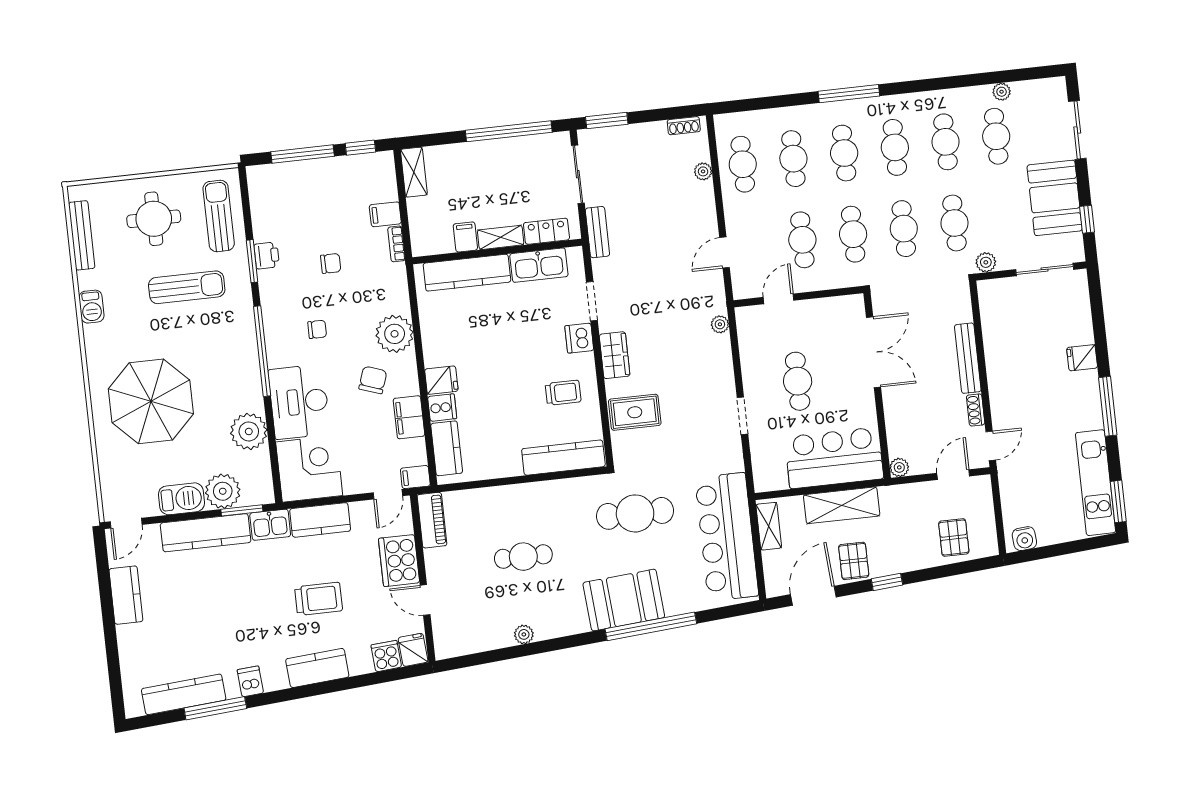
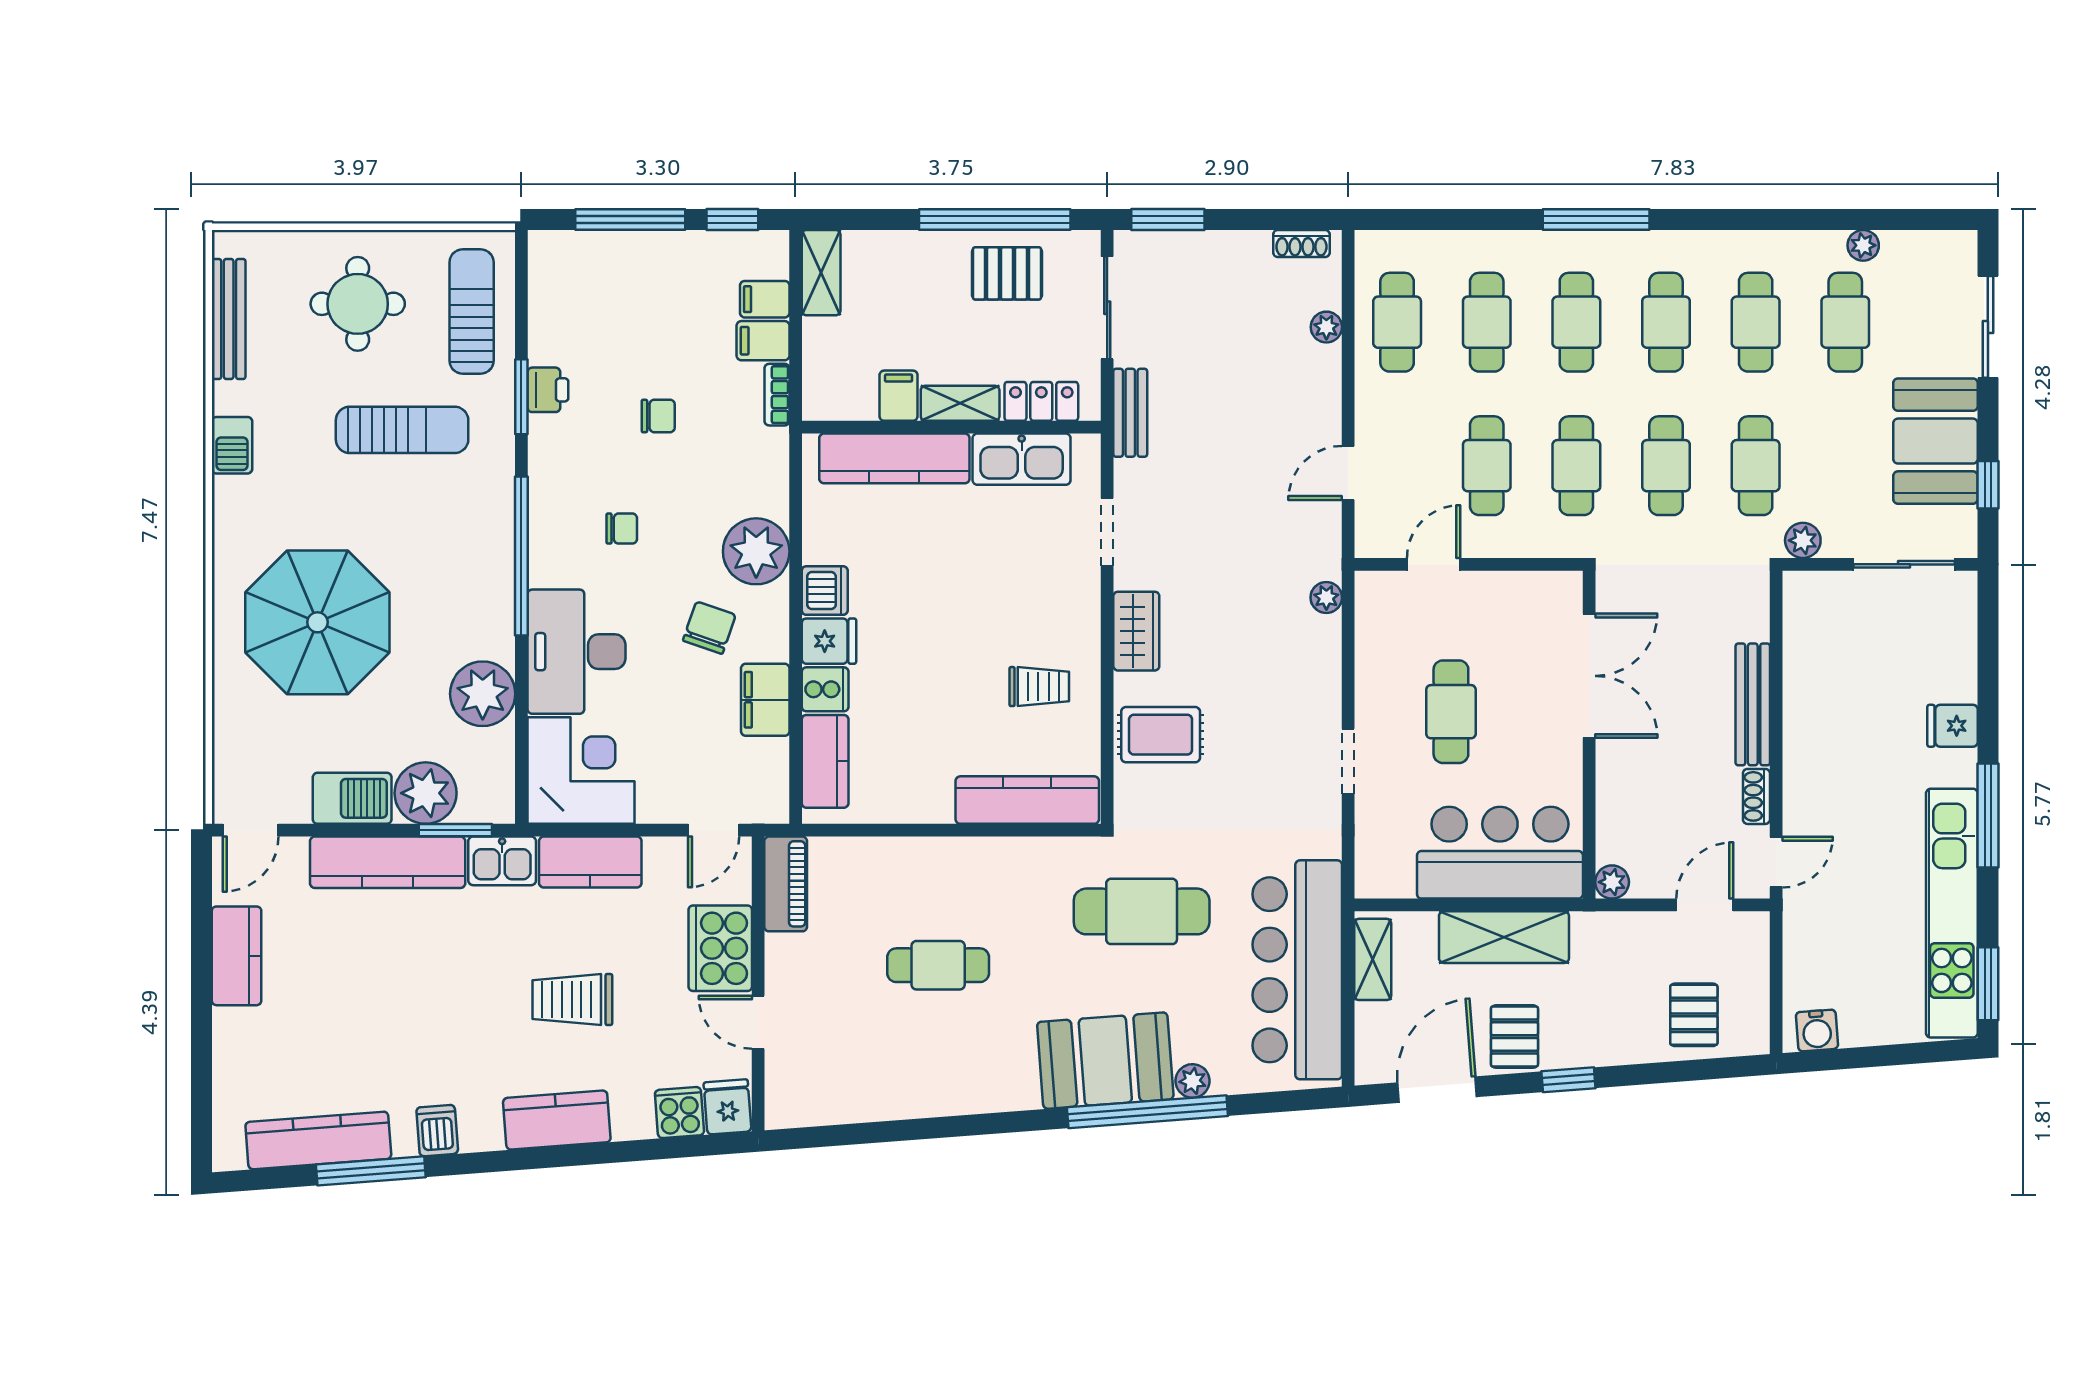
pallet: (519, 161) -> (1007, 273), added
dishwasher: (579, 338) -> (825, 591), moved, turned 180
filing cabinet: (415, 477) -> (765, 299), moved
kitchen unit: (1095, 483) -> (1952, 913), width x1.36
trolley: (319, 599) -> (572, 1000), turned 180
plant: (524, 634) -> (1193, 1081), moved

